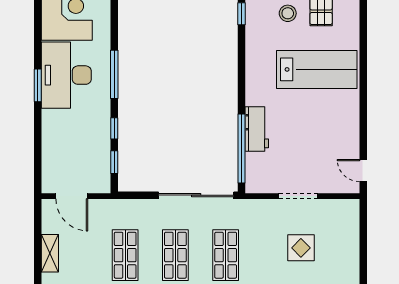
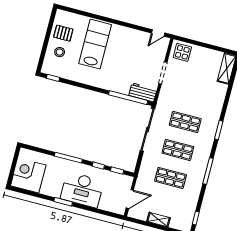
desk: (66, 75) -> (82, 190), moved
workbench: (257, 129) -> (143, 92), moved
display table: (301, 248) -> (182, 52), moved

